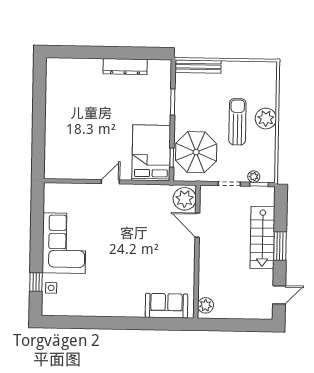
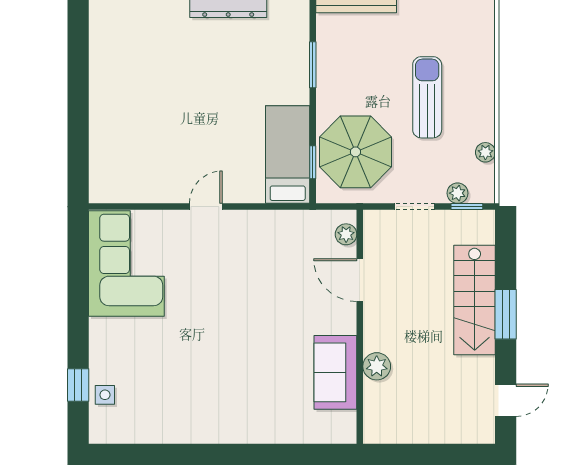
plant: (266, 119) -> (485, 152), moved, width x0.53, depth x0.53
bed: (151, 153) -> (288, 155), width x0.67
plant: (185, 199) -> (346, 234), width x0.53, depth x0.53
corner sofa: (64, 243) -> (126, 263), moved
plant: (206, 305) -> (377, 366), moved
sofa: (166, 306) -> (335, 372), moved, turned -90

